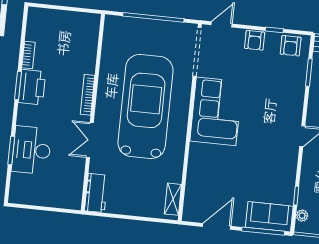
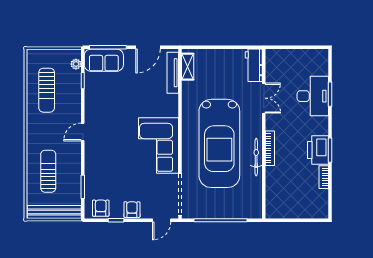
bicycle: (104, 86) -> (256, 157), added
double door: (90, 140) -> (264, 98), moved
tv unit: (191, 194) -> (173, 73), added

